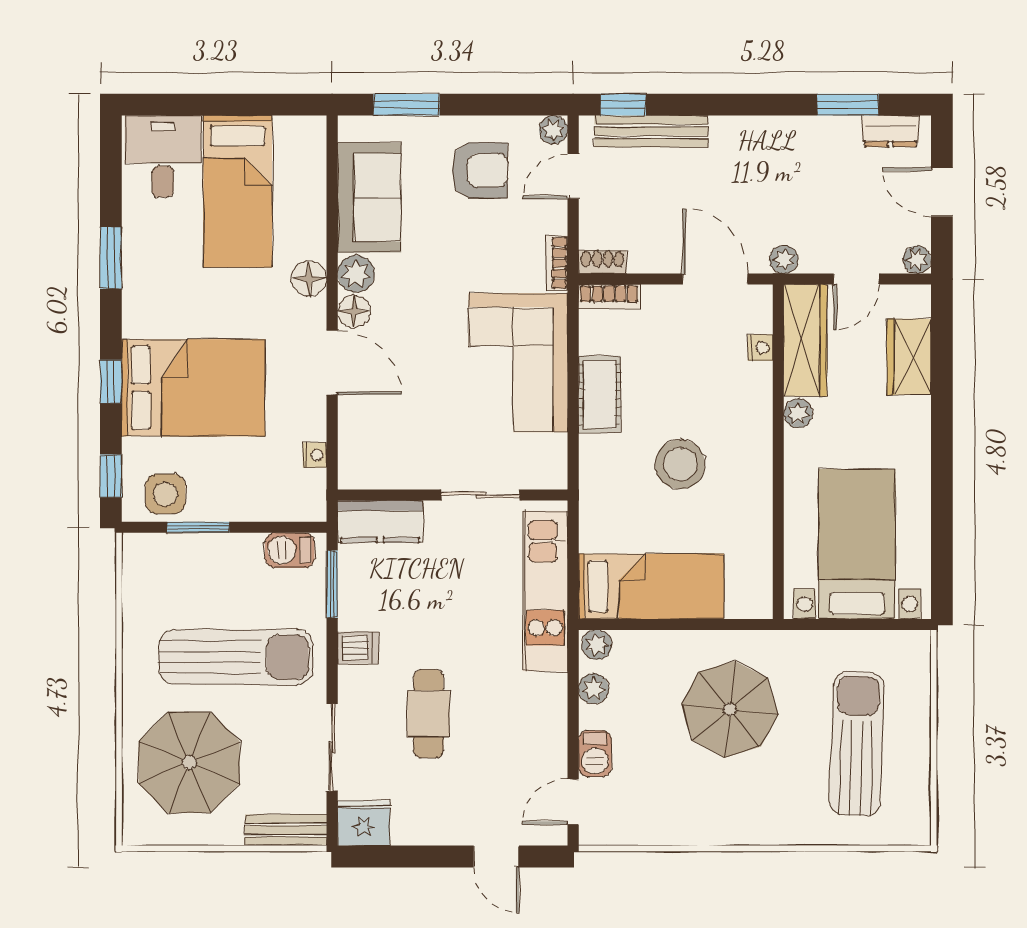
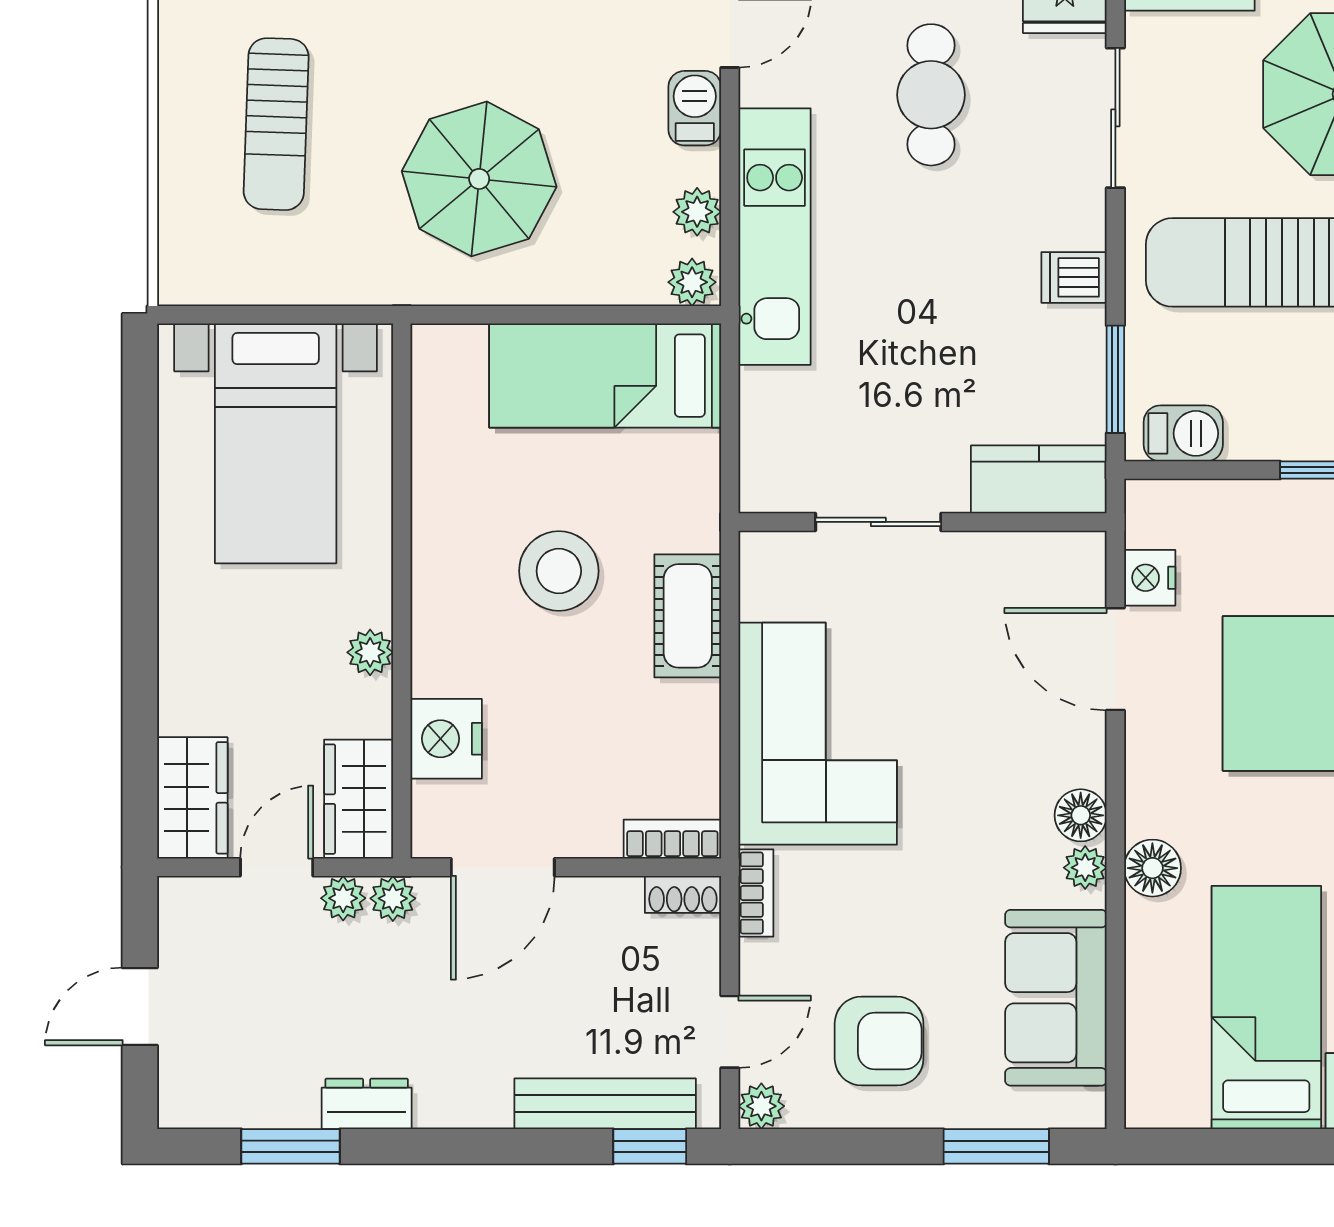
dresser: (891, 131) -> (367, 1104), moved
armchair: (480, 170) -> (879, 1041), turned 180
door: (942, 192) -> (140, 1006), swing flipped
plant: (917, 260) -> (343, 898), moved
plant: (356, 274) -> (1085, 868), width x0.73, depth x0.73
door: (715, 279) -> (503, 867), hinge flipped
wardrobe: (805, 340) -> (359, 799), width x0.67
nightstand: (760, 348) -> (446, 739), width x1.89, depth x1.79
wardrobe: (909, 357) -> (192, 798), moved
door: (332, 363) -> (1115, 659), moved
cot: (599, 394) -> (688, 616), moved
nightstand: (315, 455) -> (1150, 578), width x1.39, depth x1.35
kitchen unit: (545, 591) -> (775, 237), moved
cafe table: (428, 714) -> (931, 95), moved
sun lounger: (857, 744) -> (276, 124), width x0.73, depth x0.75

